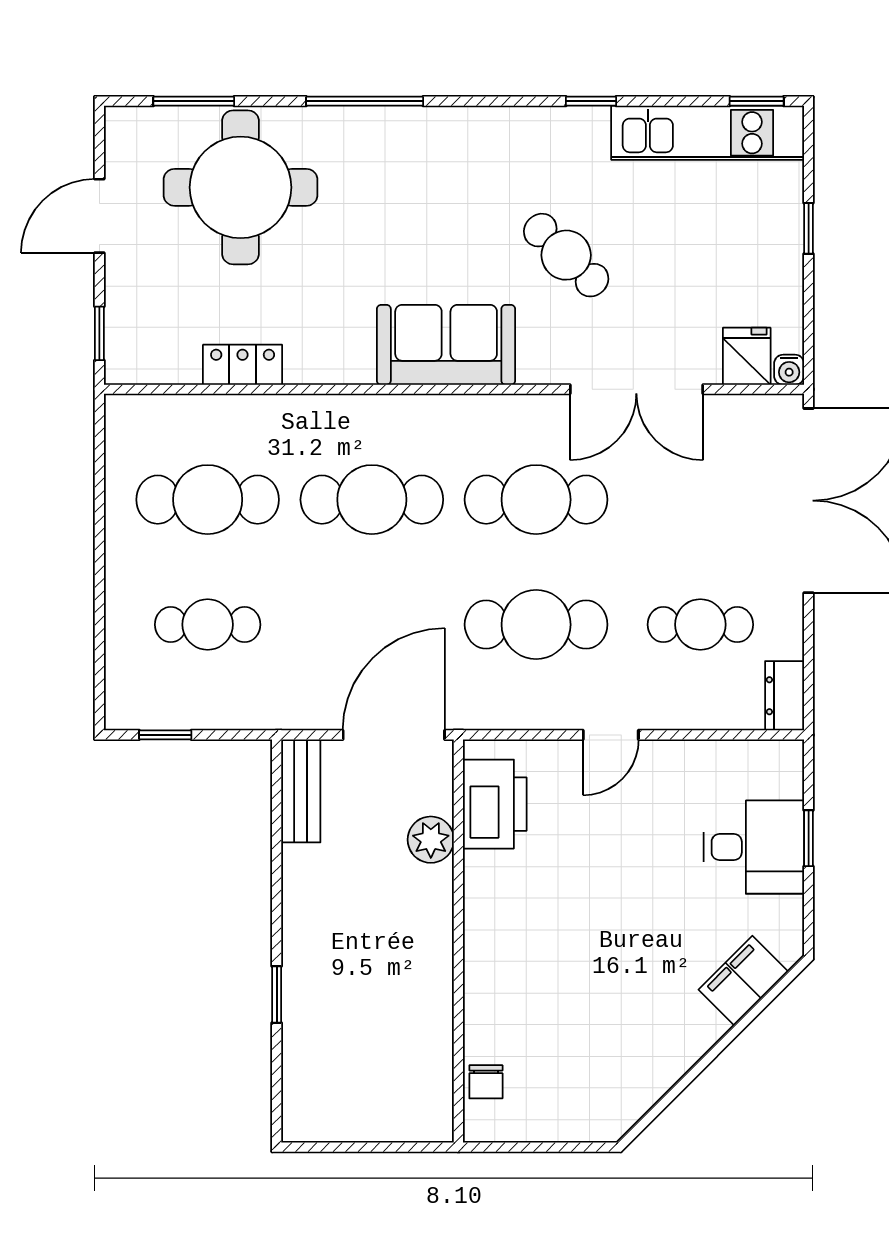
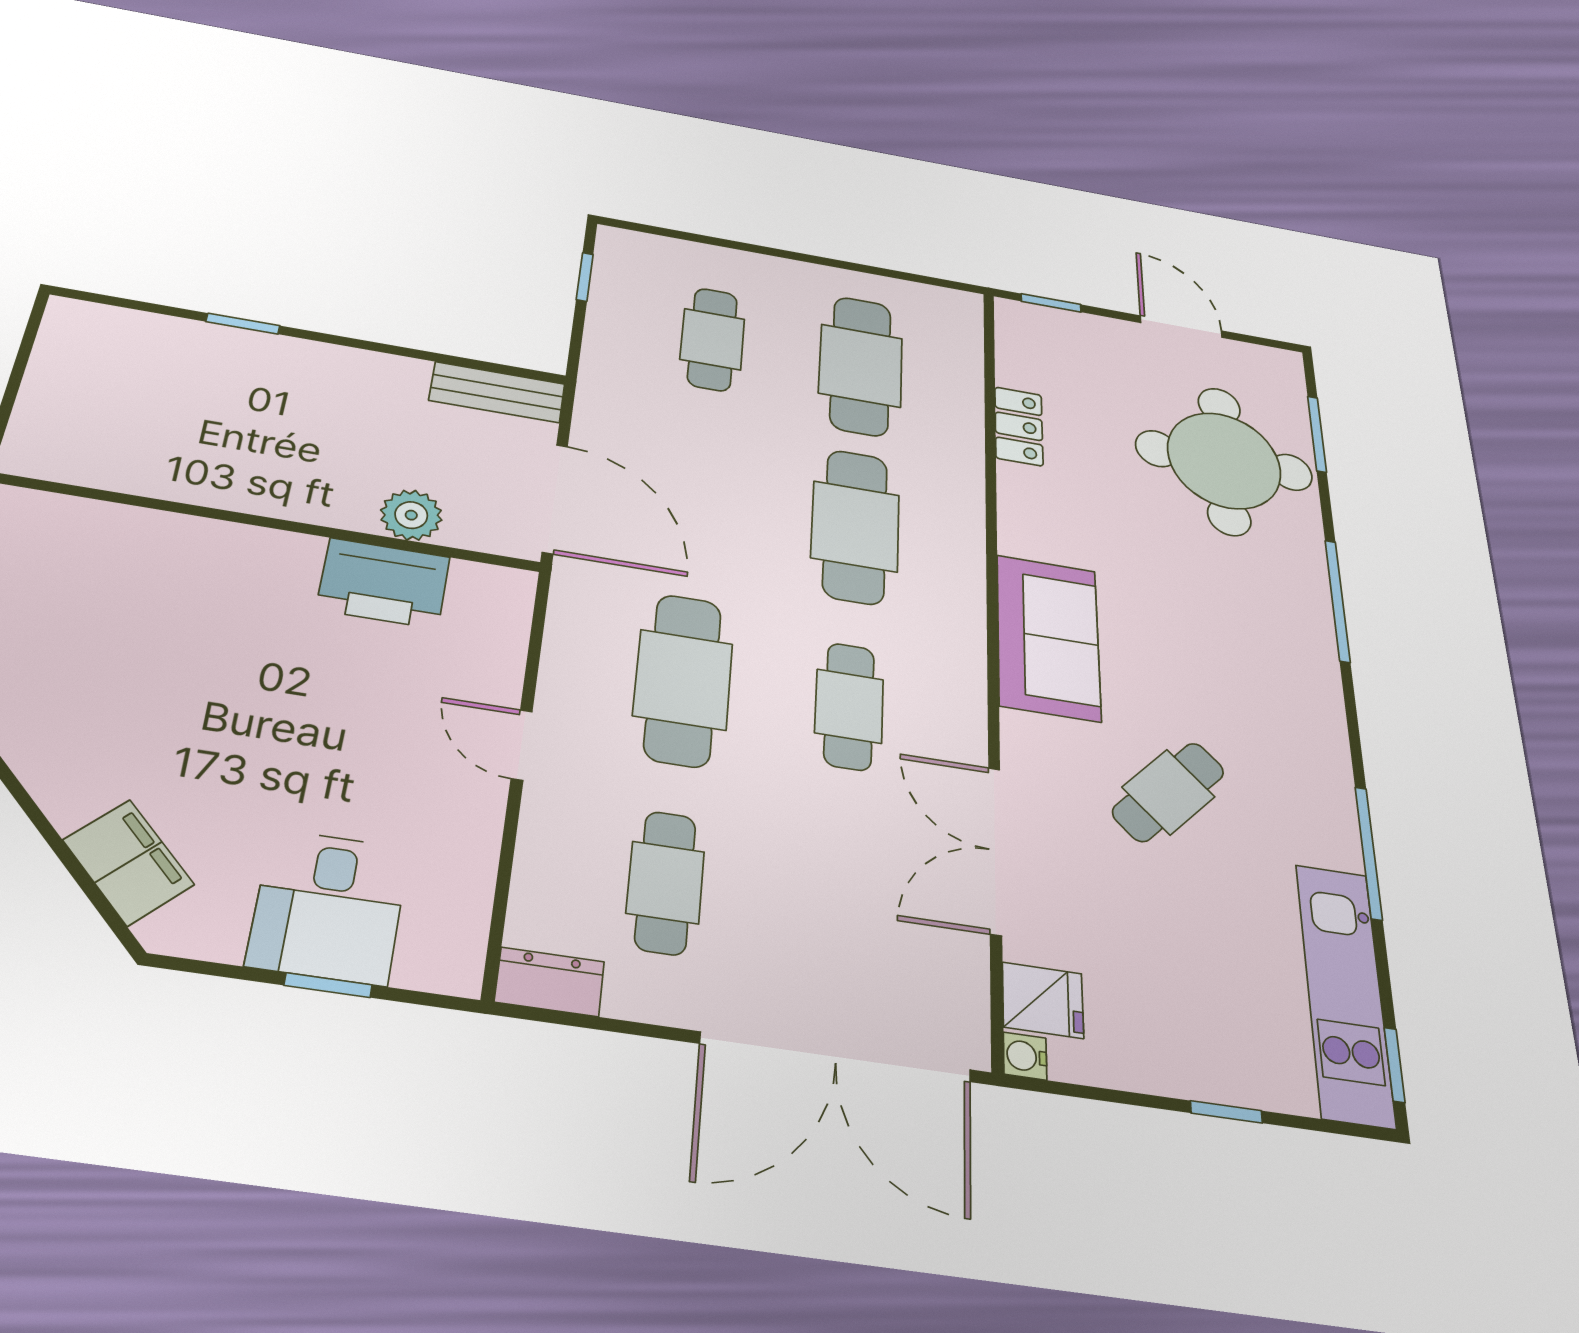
window: (591, 101) -> (1369, 853), width x2.17
cafe table: (536, 500) -> (849, 706), width x0.73, depth x0.74
printer: (495, 804) -> (384, 583), moved
chair: (486, 1082) -> (66, 521), removed

